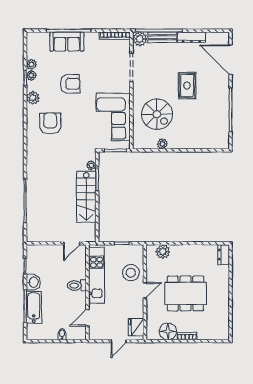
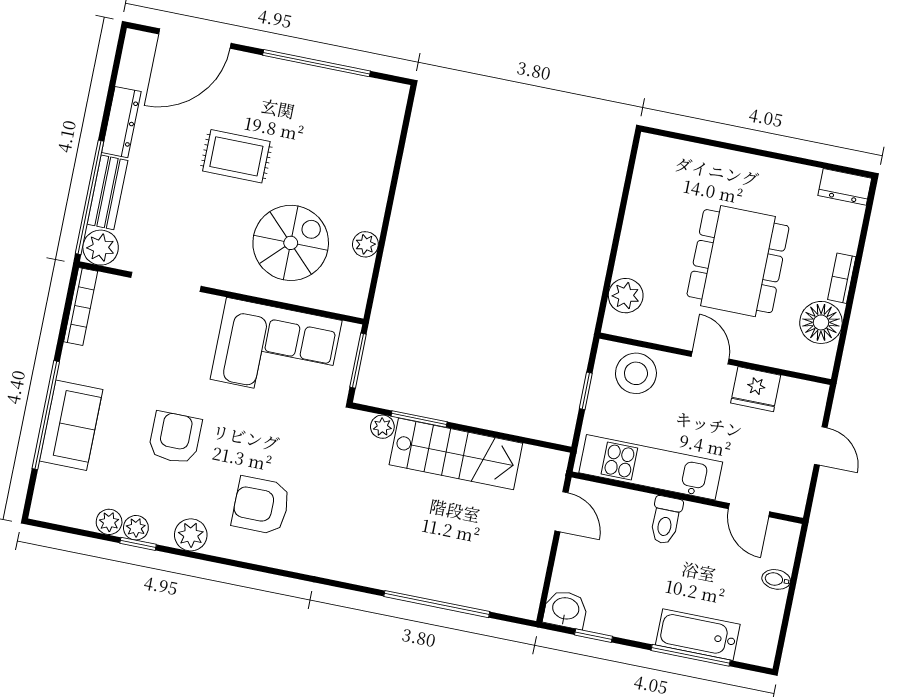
dresser: (224, 255) -> (845, 187), moved
stool: (131, 273) -> (636, 373), moved
washbasin: (33, 282) -> (566, 609), moved
fridge: (136, 327) -> (756, 389), moved

